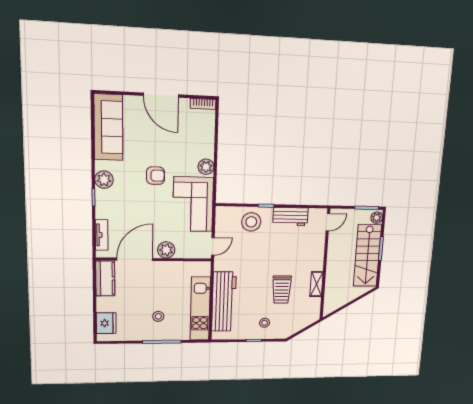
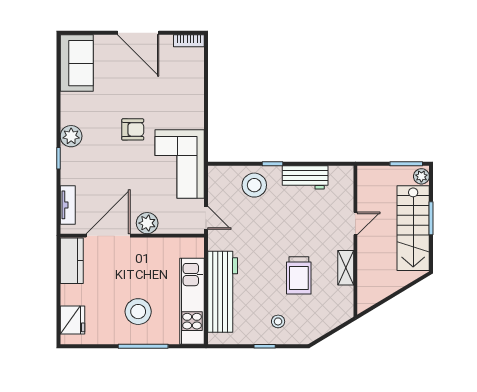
sofa: (108, 127) -> (77, 63), width x0.73
plant: (206, 167) -> (194, 117), removed
door: (328, 222) -> (355, 224), moved
door: (213, 246) -> (206, 218), hinge flipped
stool: (158, 316) -> (138, 312), width x1.89, depth x1.89

